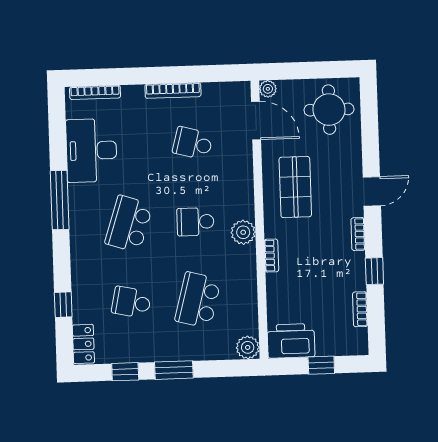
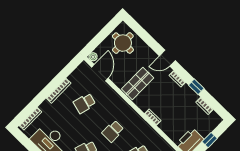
door: (256, 121) -> (100, 73), hinge flipped
shop shelf: (295, 187) -> (138, 83), turned 90
door: (372, 191) -> (167, 58), swing flipped
plant: (243, 232) -> (134, 118), removed

